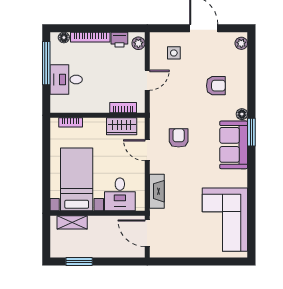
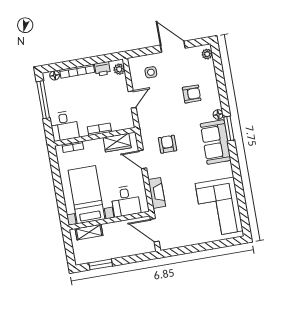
desk: (66, 80) -> (64, 126), moved, turned -90
bookcase: (123, 108) -> (99, 129), moved

